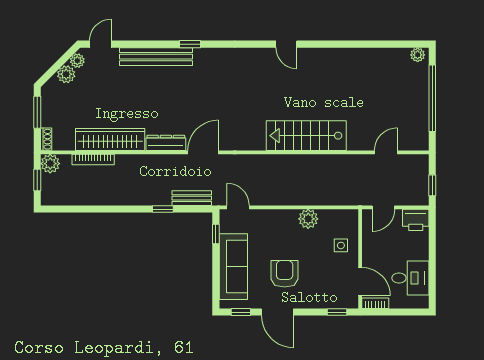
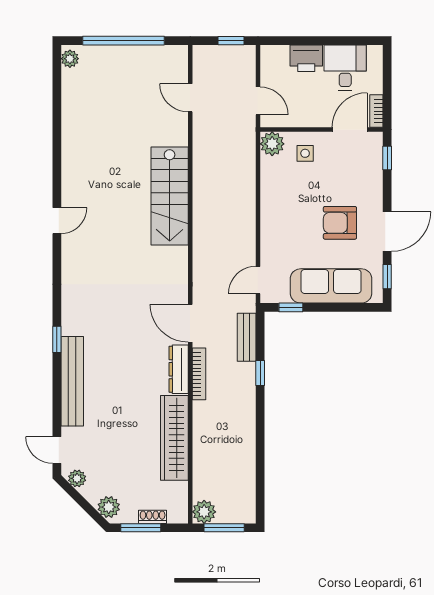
plant: (66, 74) -> (109, 507), moved
shoe rack: (46, 139) -> (153, 517), moved
bookcase: (93, 159) -> (199, 374), moved
window: (37, 180) -> (224, 528), width x1.50
plant: (308, 219) -> (272, 144), moved
printer: (416, 220) -> (306, 58), moved, turned 90

